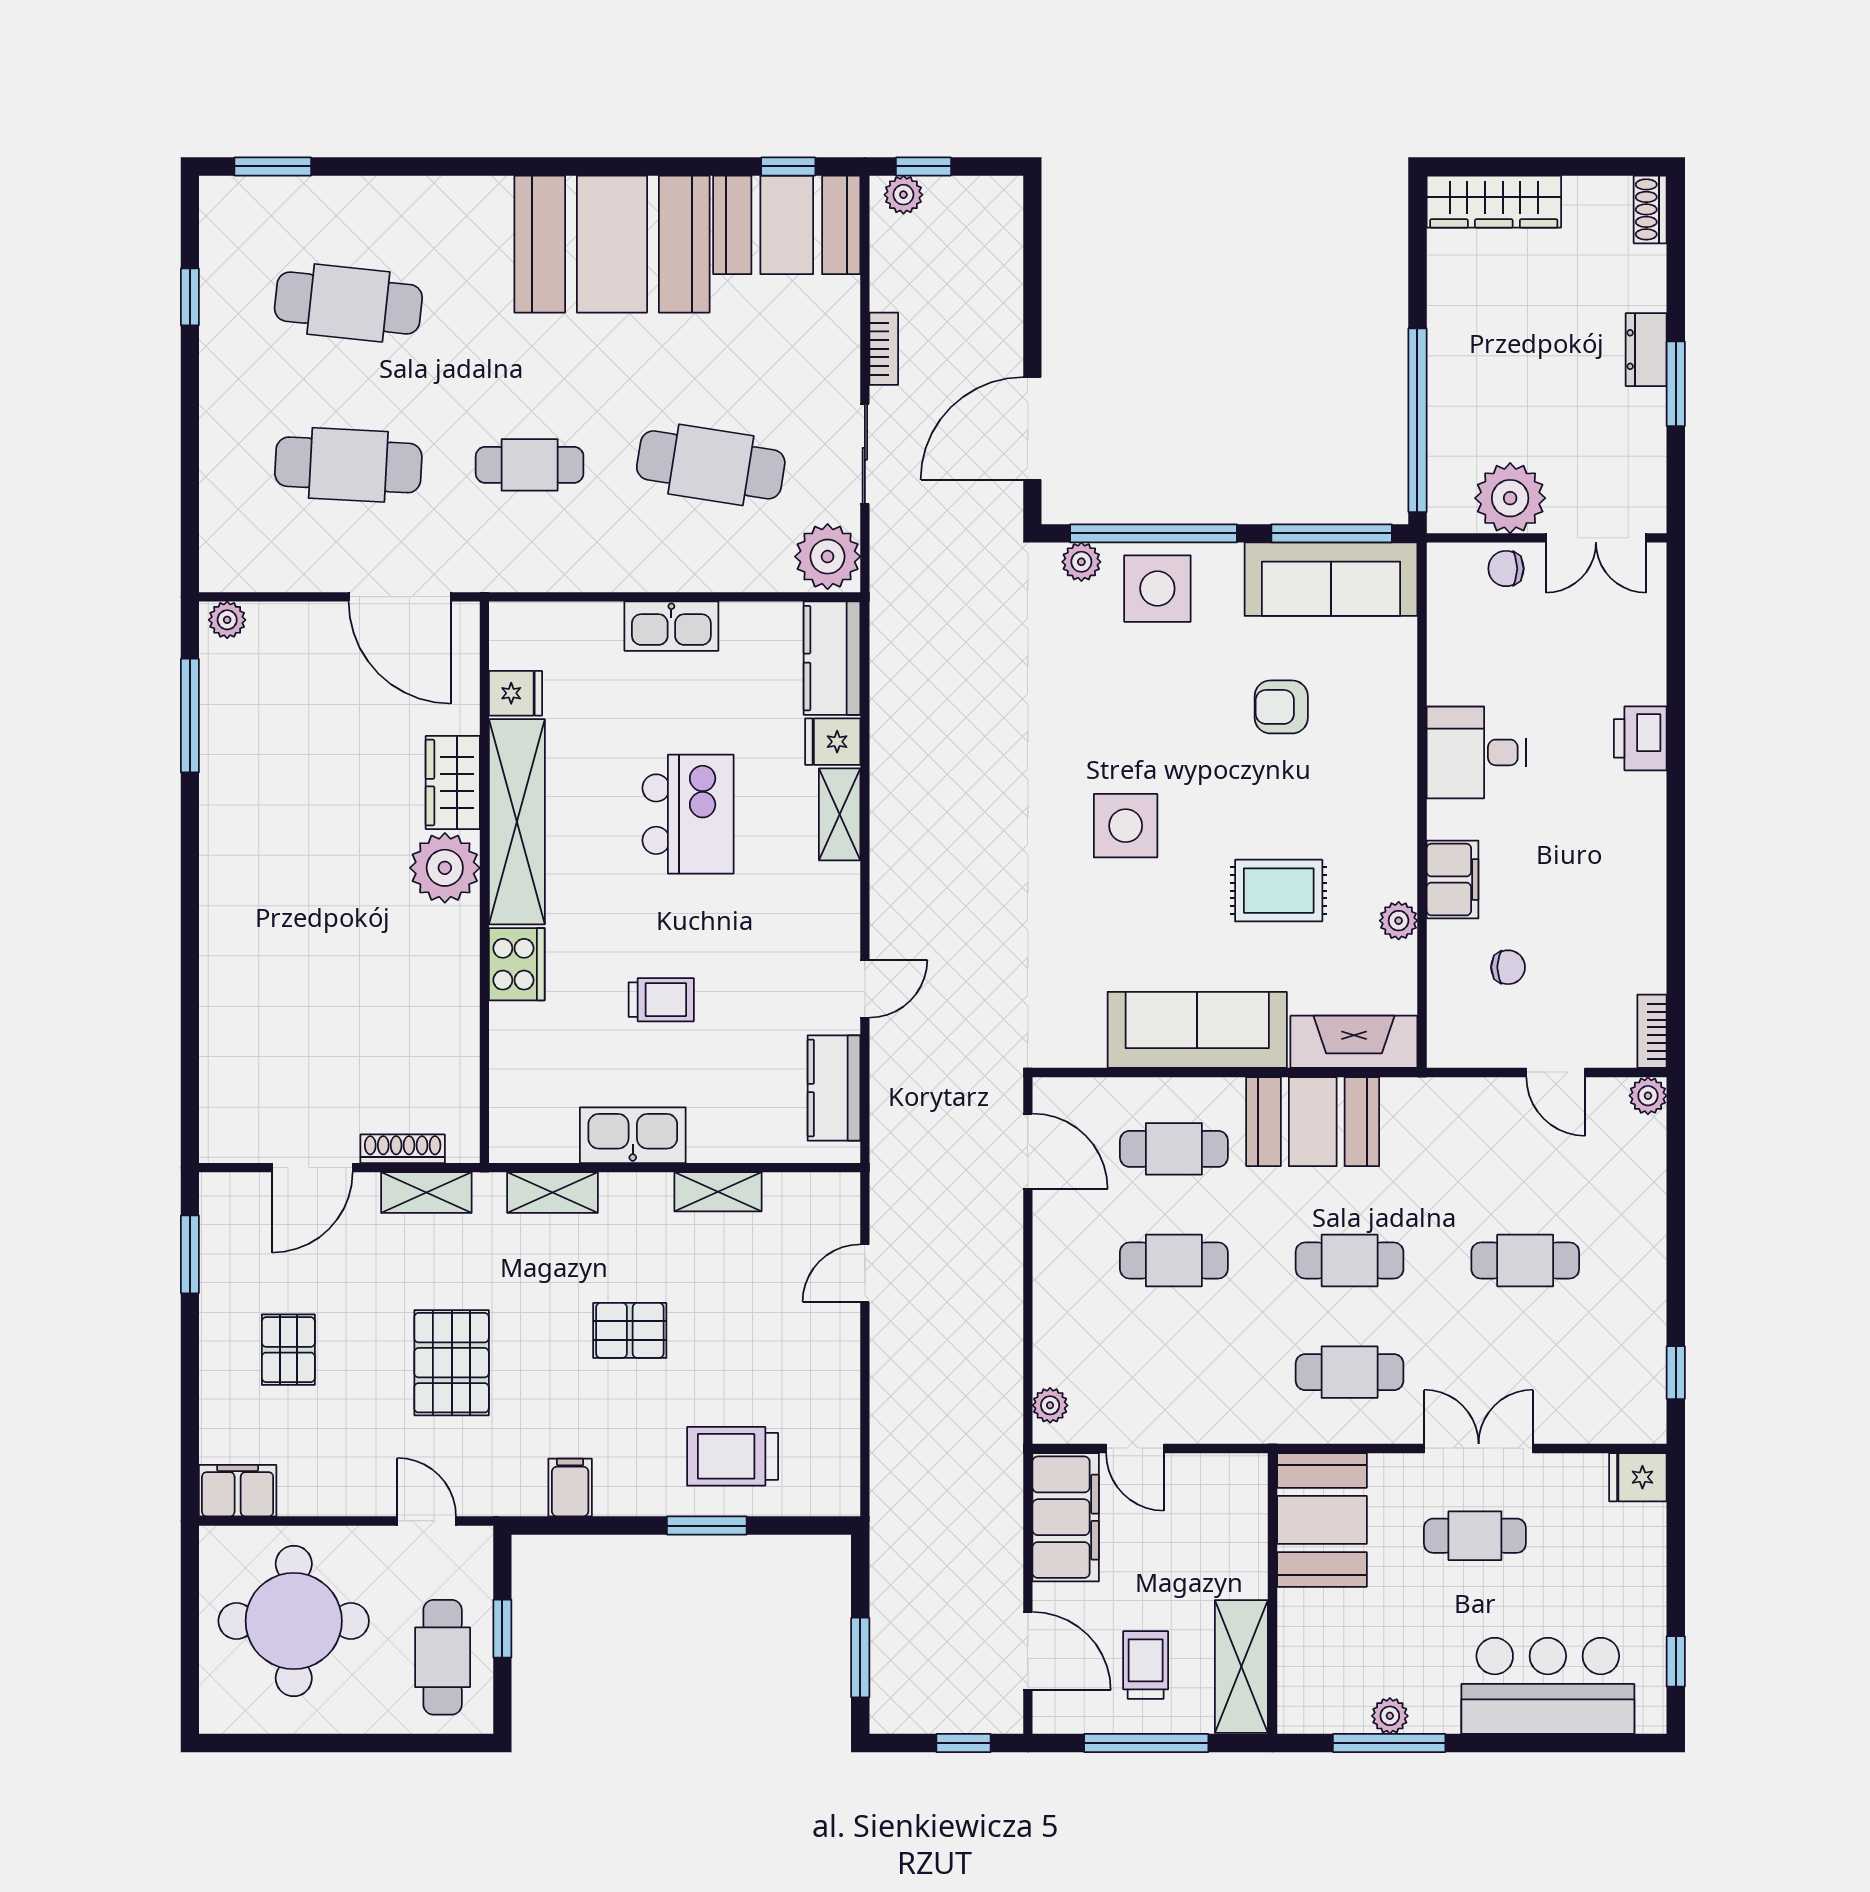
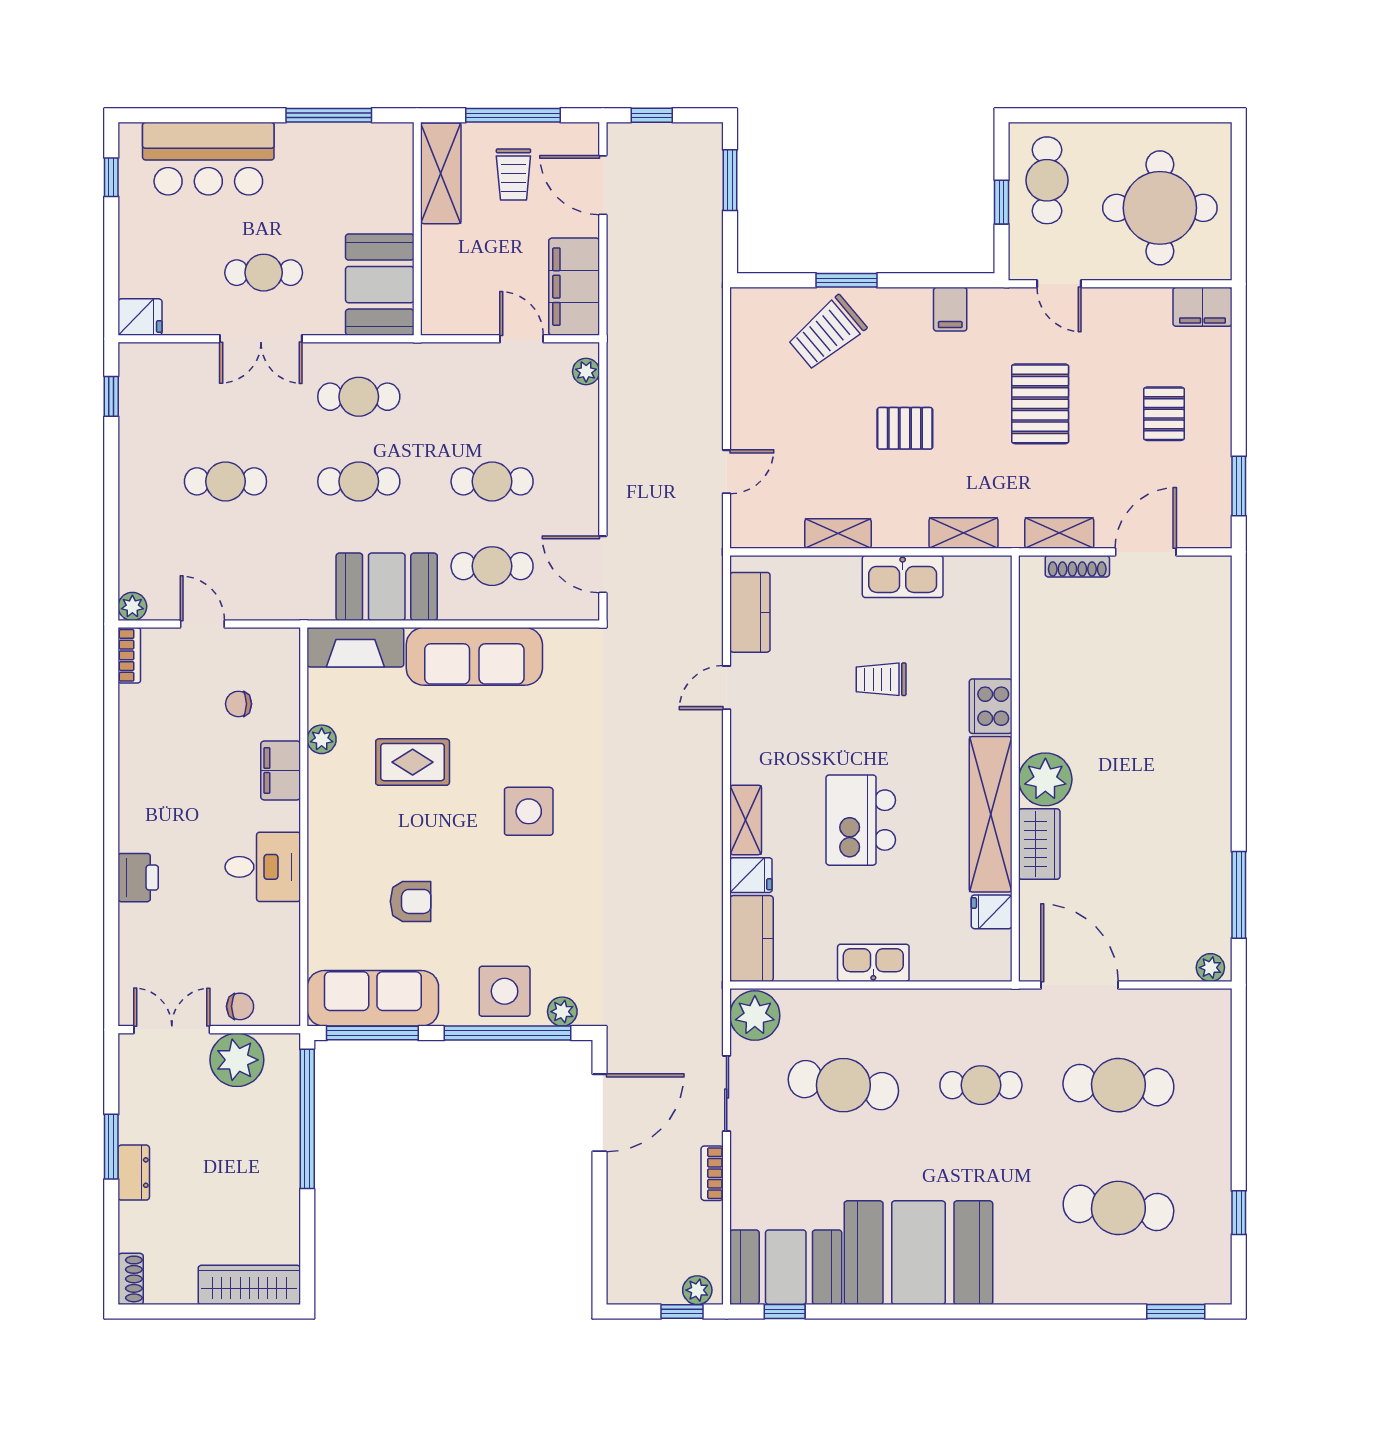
trolley: (733, 1456) -> (827, 333), turned 140
plant: (1390, 1716) -> (328, 136), removed

